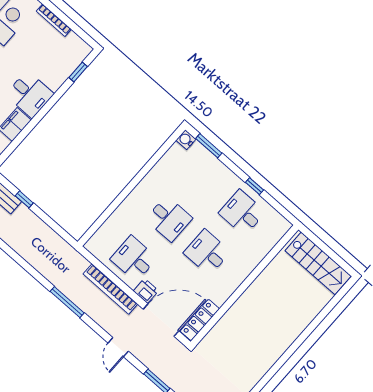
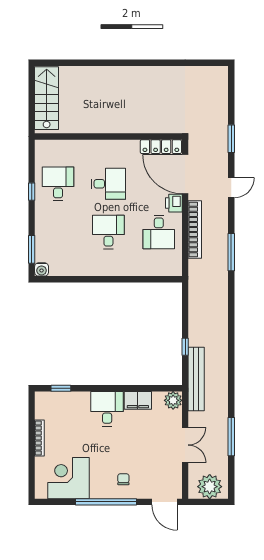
desk: (242, 213) -> (58, 184), turned 180
desk: (207, 252) -> (108, 184), turned -90

